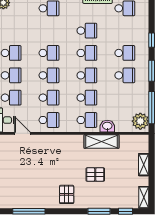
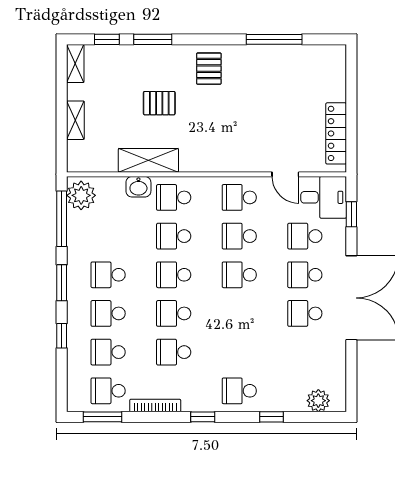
school desk: (49, 53) -> (108, 352), moved

